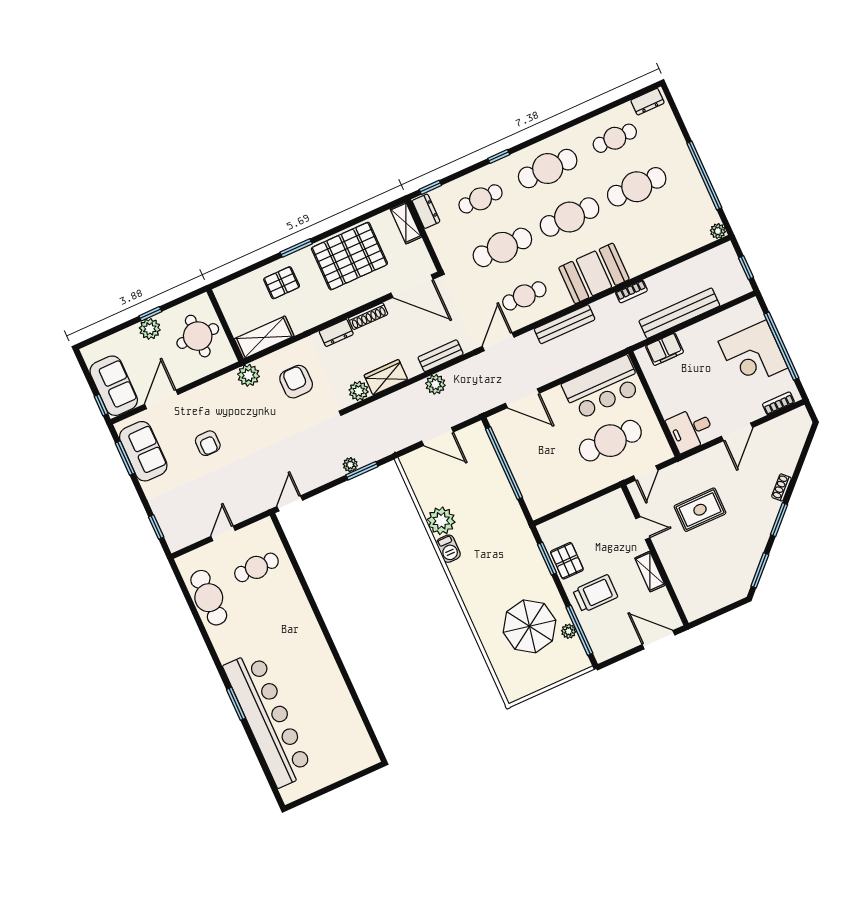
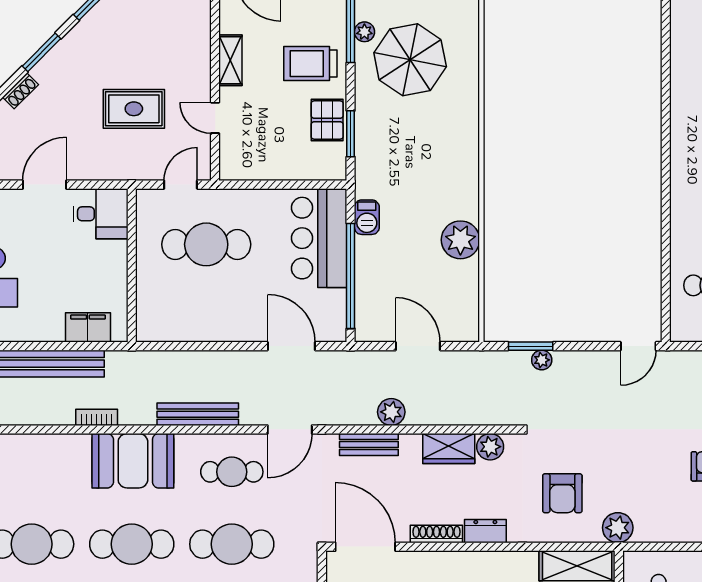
bar counter: (602, 388) -> (319, 238), moved, turned -90
barbecue: (448, 549) -> (367, 217), moved, turned 180

